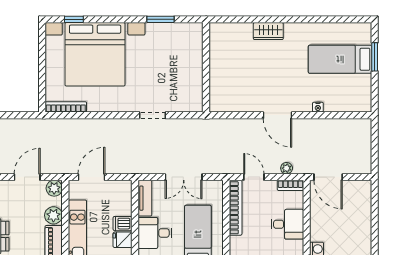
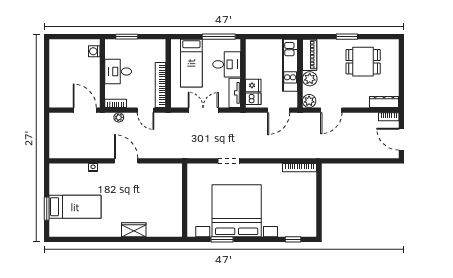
bed with nightstands: (95, 54) -> (237, 211), moved
dishwasher: (123, 224) -> (253, 99), moved
fridge: (123, 240) -> (253, 85), moved

